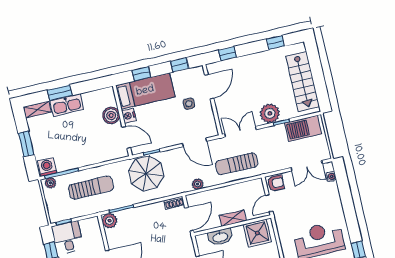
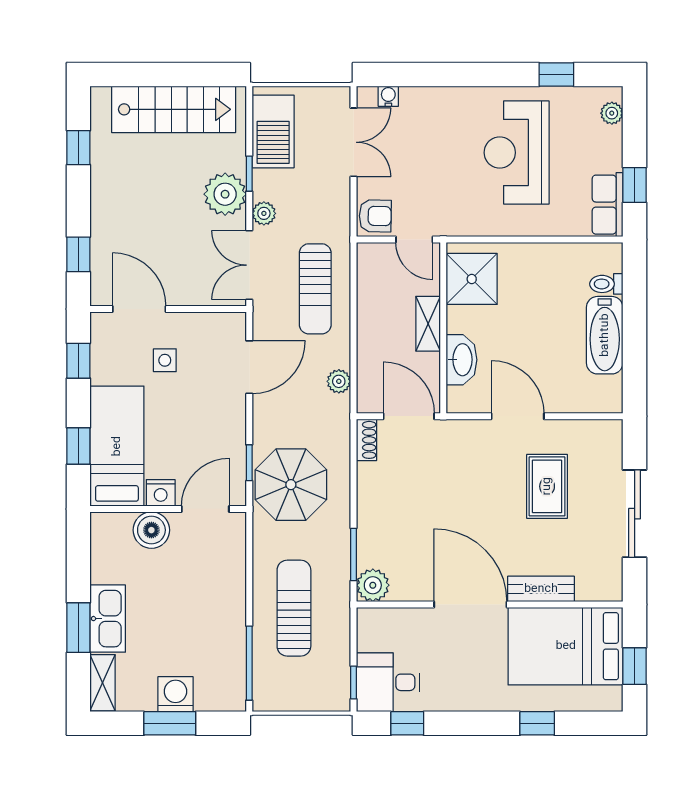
washing machine: (47, 167) -> (175, 694), moved, turned 90
plant: (50, 183) -> (264, 213), moved
armchair: (276, 183) -> (375, 216), turned 91

